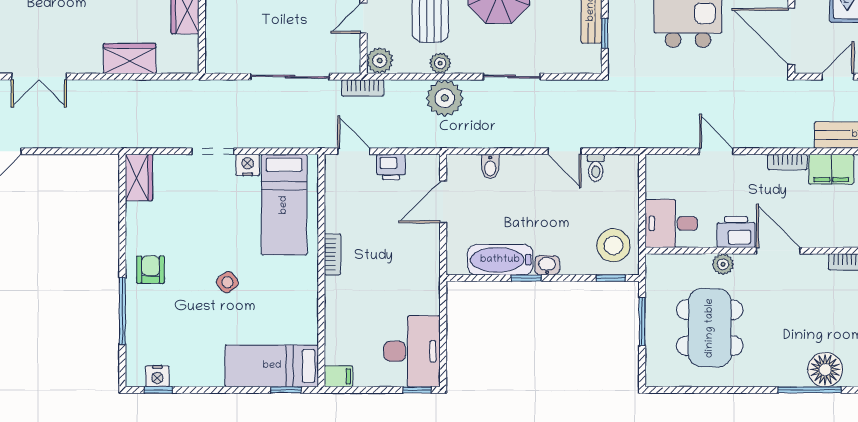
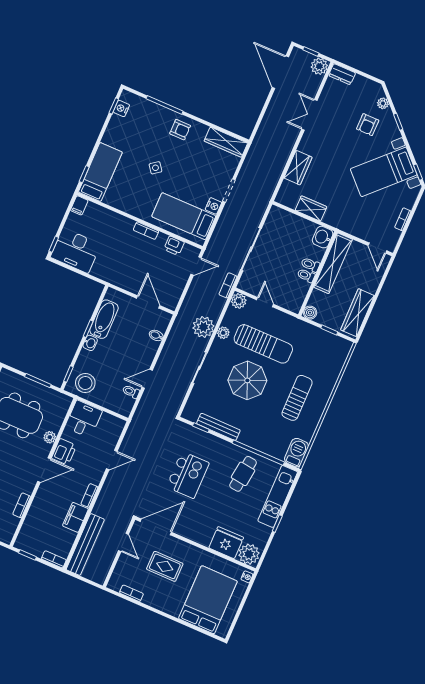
printer: (391, 167) -> (174, 246), moved, turned -90
wardrobe: (139, 178) -> (226, 142), width x1.50

